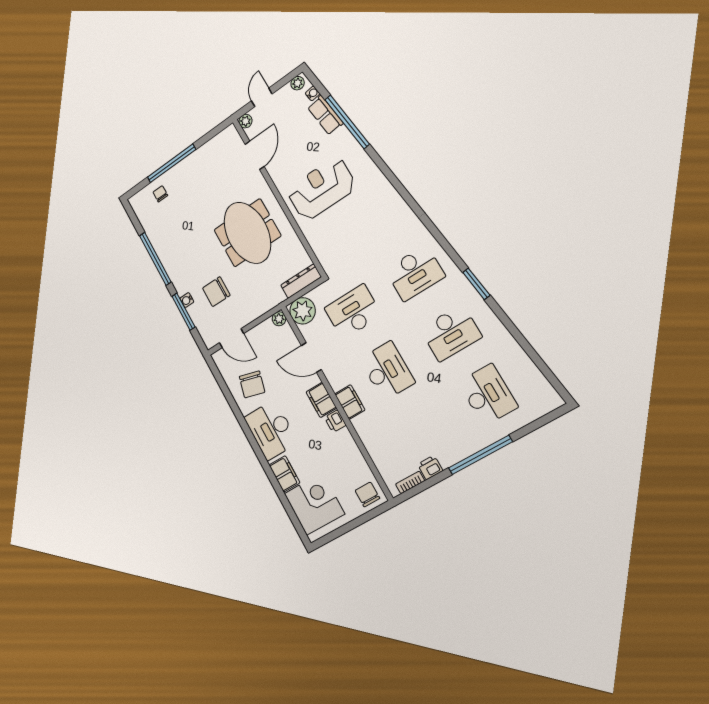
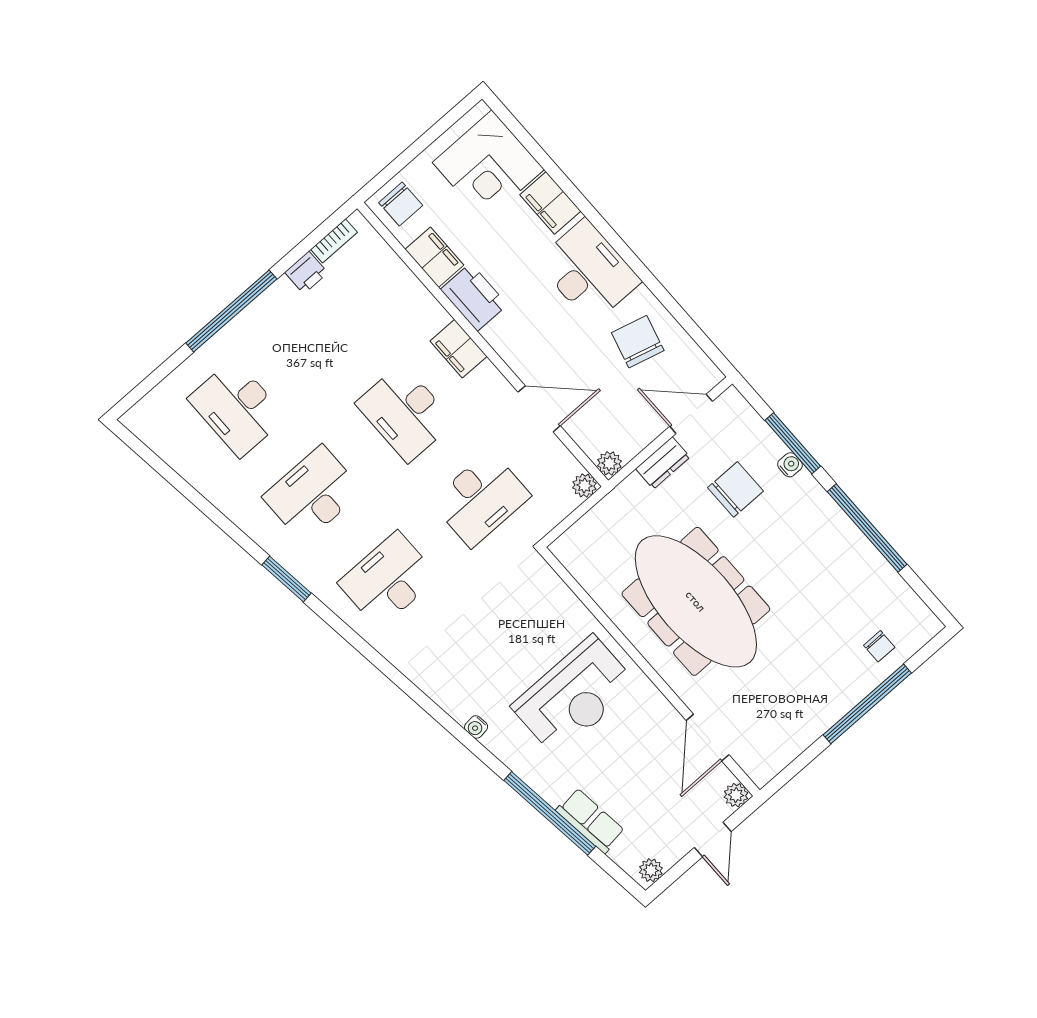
water cooler: (313, 93) -> (476, 727), moved
meeting table: (247, 233) -> (696, 601), width x1.36
dresser: (301, 281) -> (663, 463), moved, width x0.70
plant: (303, 311) -> (584, 485), width x0.53, depth x0.53
filing cabinet: (321, 400) -> (434, 257), moved
printer: (335, 421) -> (474, 297), width x1.87, depth x1.48

